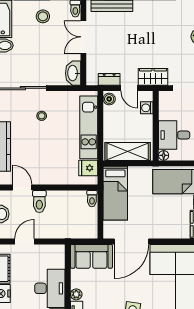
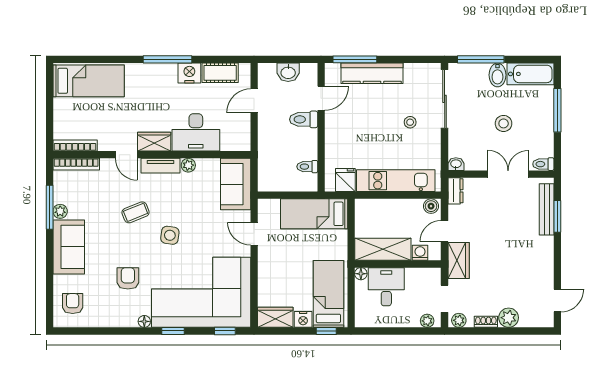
stool: (43, 16) -> (504, 123), moved
washbasin: (73, 73) -> (456, 164), width x0.52, depth x0.69
dresser: (109, 79) -> (455, 191), moved
shelving: (128, 152) -> (383, 249), moved, turned 90
toilet: (92, 199) -> (307, 167), moved
door: (24, 241) -> (254, 101), swing flipped
door: (131, 241) -> (254, 234), width x0.53

